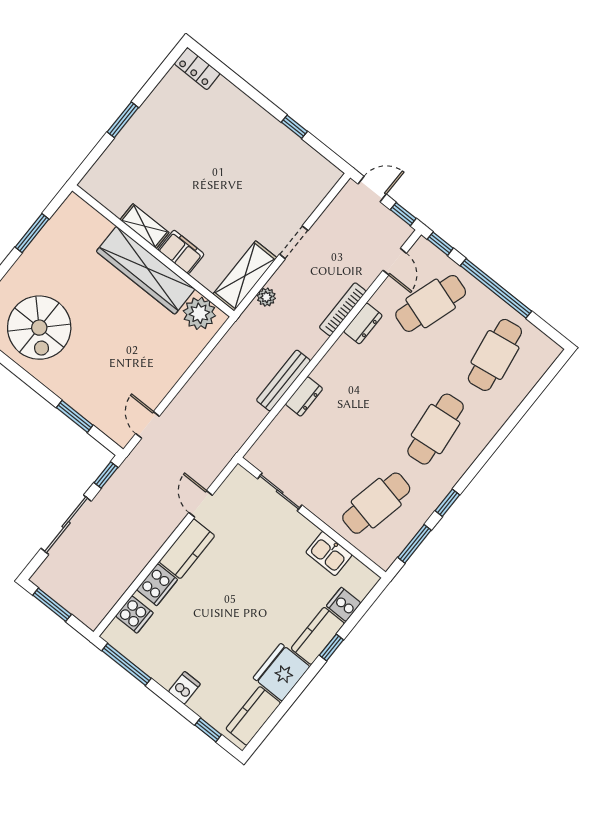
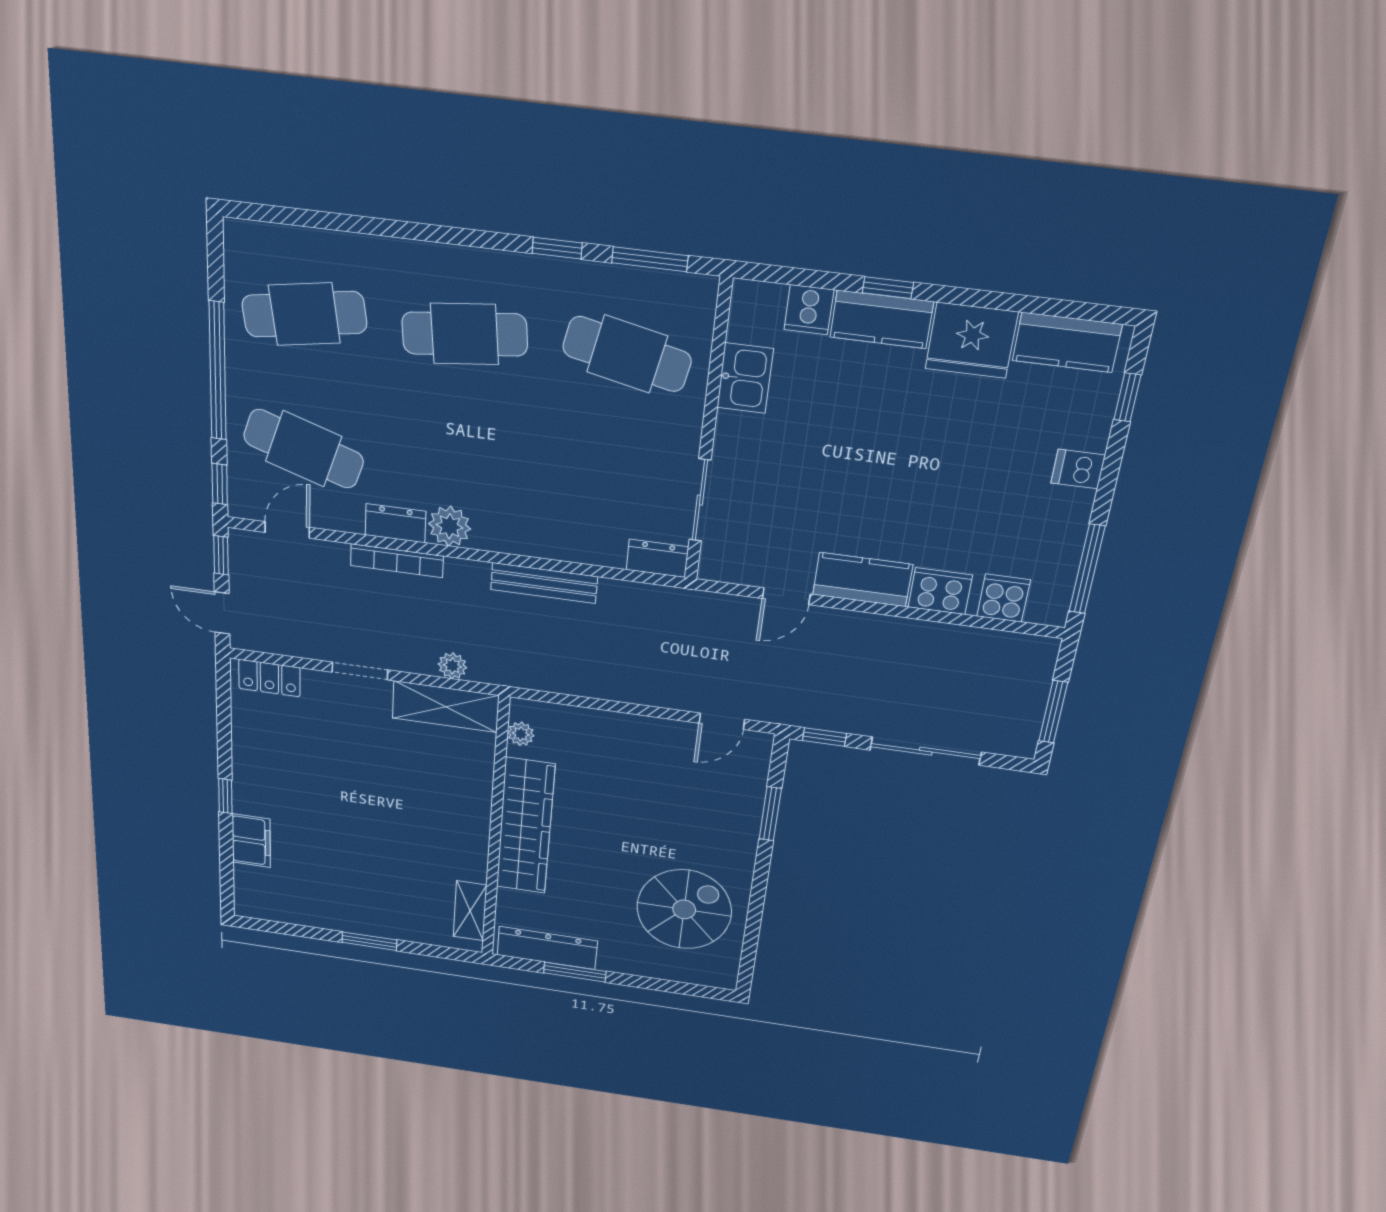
locker: (197, 69) -> (269, 678), moved, turned 90
window: (294, 127) -> (225, 796), moved
shelving: (145, 226) -> (470, 911), moved
dresser: (58, 228) -> (547, 948), added
filing cabinet: (181, 252) -> (251, 841), moved, turned 180
plant: (199, 313) -> (521, 734), width x0.53, depth x0.53
plant: (344, 351) -> (450, 526), added
dresser: (304, 396) -> (657, 558), moved

